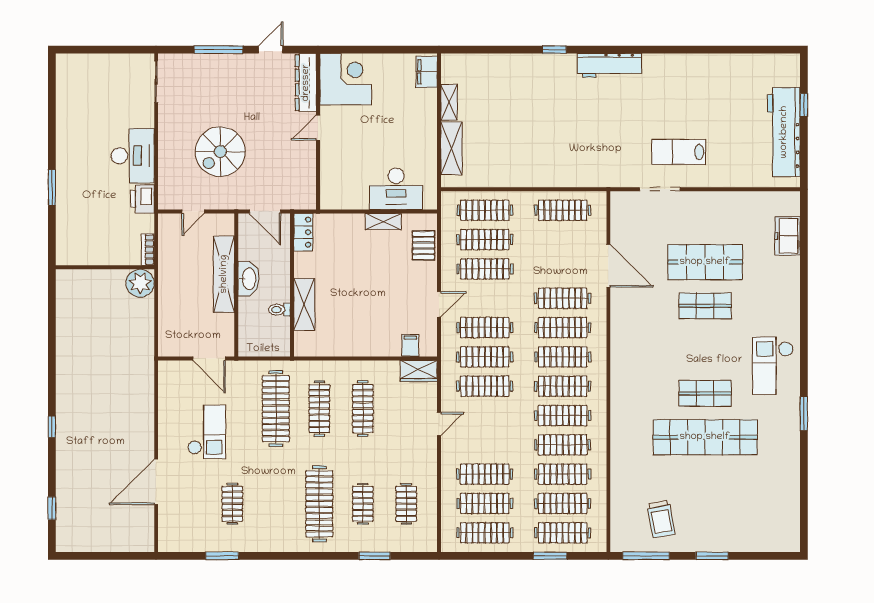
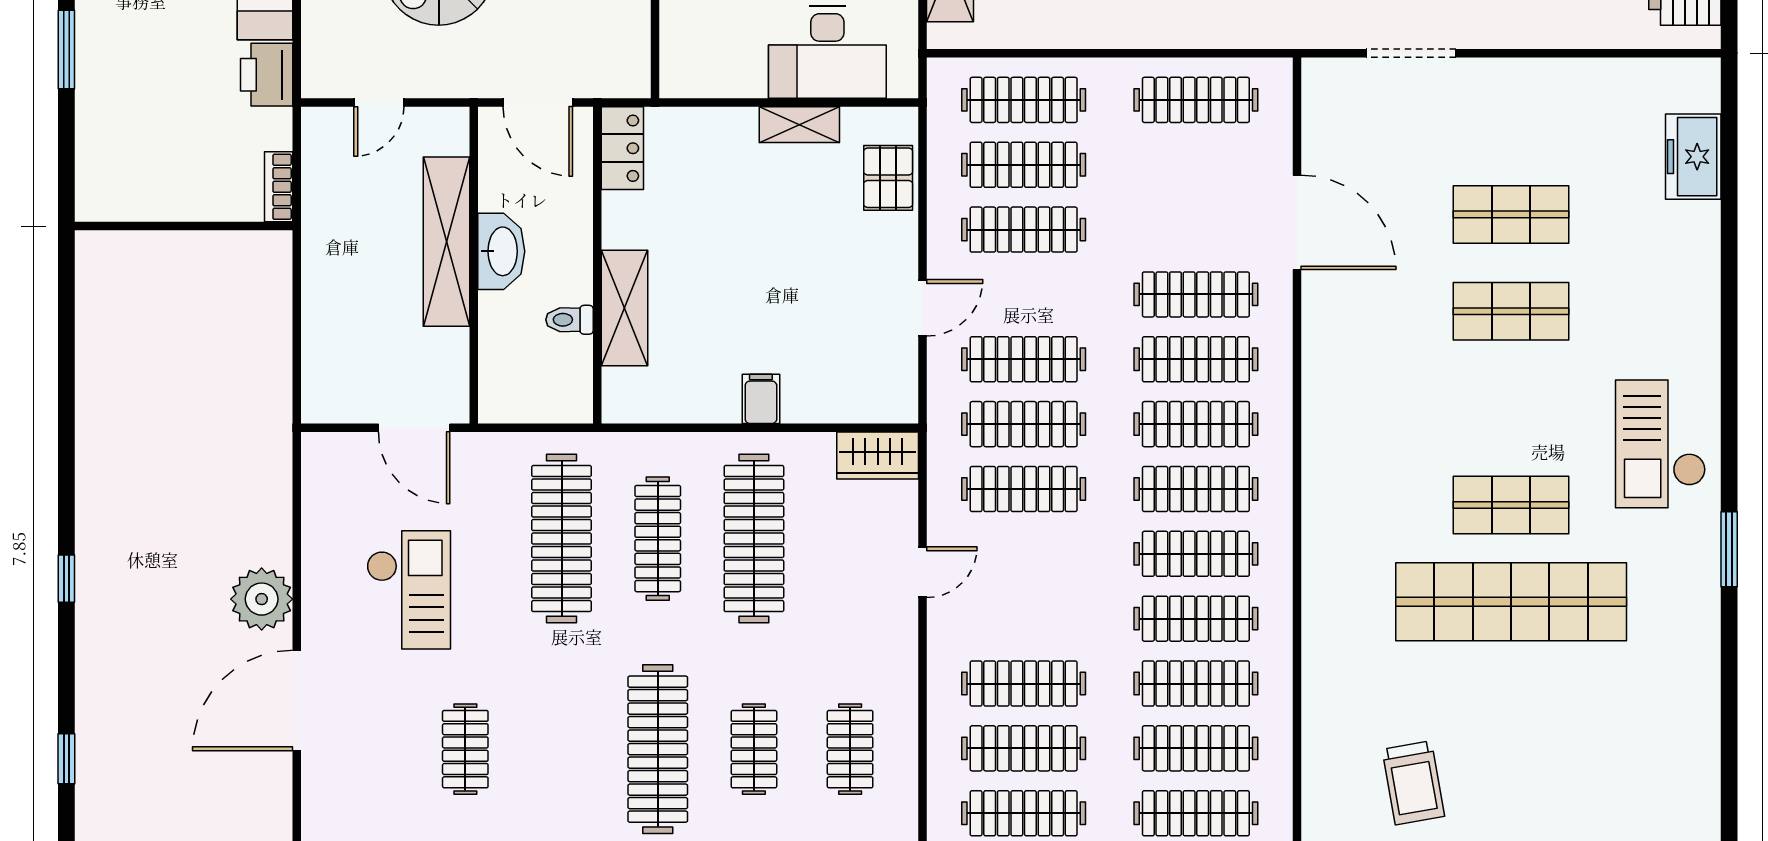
shop shelf: (705, 262) -> (1511, 214), width x0.70, depth x0.74
plant: (140, 283) -> (262, 599), moved
filing cabinet: (410, 345) -> (761, 399), moved
clothes rail: (363, 409) -> (754, 539), width x1.37, depth x1.31

